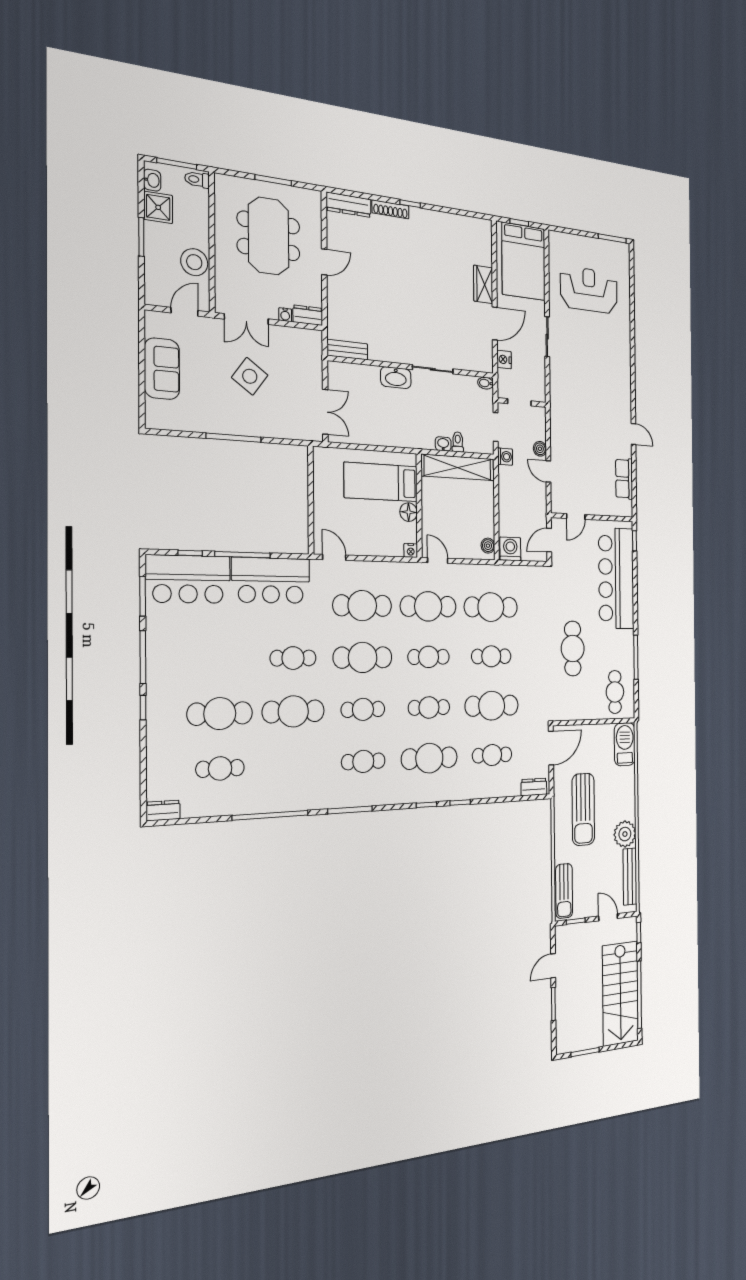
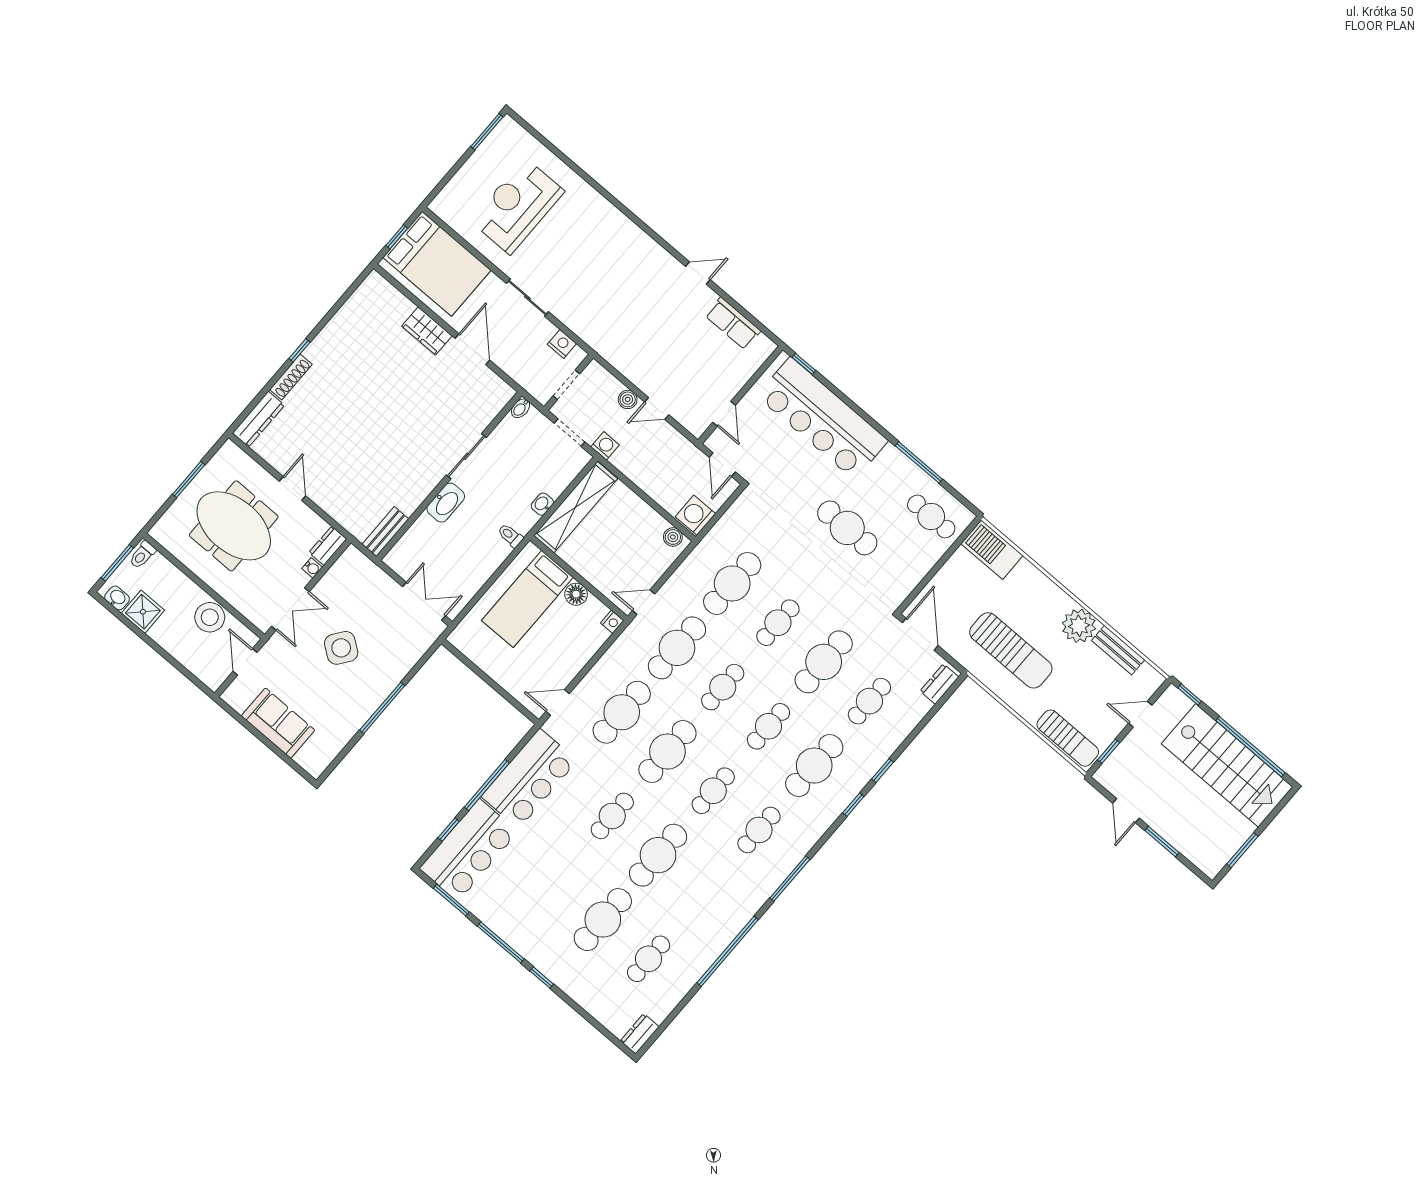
window: (141, 237) -> (157, 648), removed
nightstand: (504, 360) -> (562, 344), moved, turned 180
toilet: (458, 442) -> (510, 535), moved
bench: (630, 877) -> (1118, 650), width x0.73

